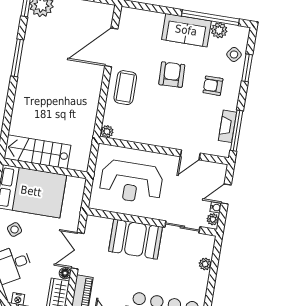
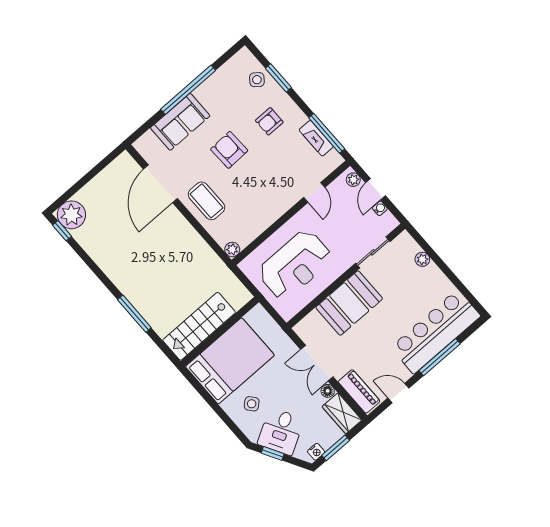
window: (210, 18) -> (188, 90), moved
sofa: (186, 30) -> (180, 122), moved
plant: (219, 30) -> (224, 75), removed
window: (17, 58) -> (134, 314), moved
plant: (213, 219) -> (353, 180), moved

